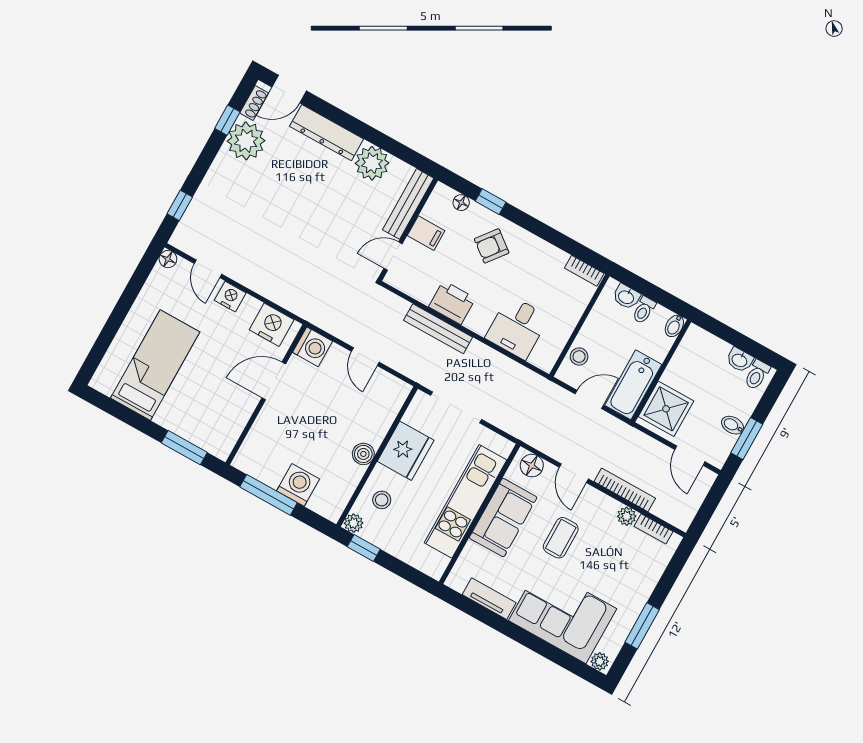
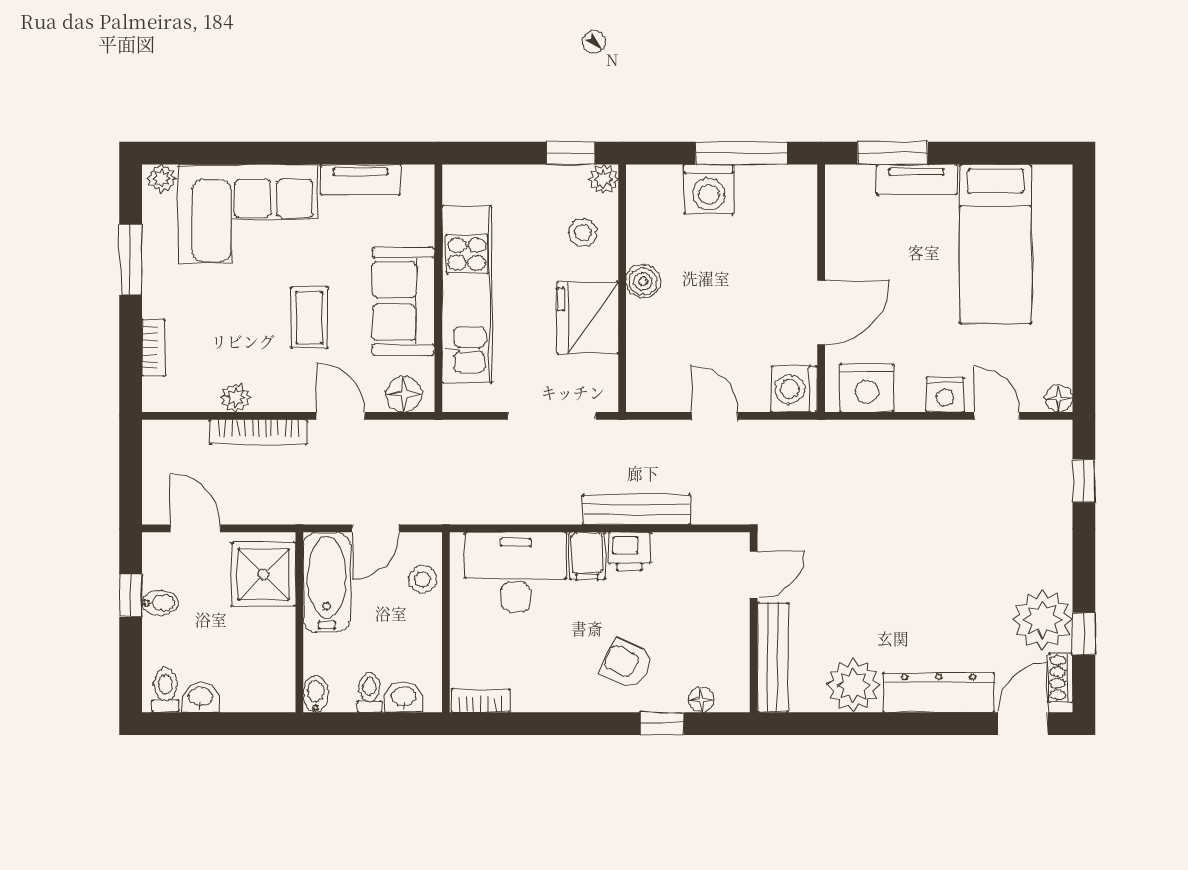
filing cabinet: (426, 233) -> (587, 556), moved, turned -90
armchair: (492, 246) -> (627, 664), turned -102
printer: (452, 303) -> (629, 552), width x0.73, depth x0.81
desk: (517, 327) -> (516, 572), width x1.37
tv unit: (179, 425) -> (917, 180), added
window: (747, 438) -> (131, 595), width x0.67
bookcase: (653, 529) -> (153, 347), moved, turned 90

